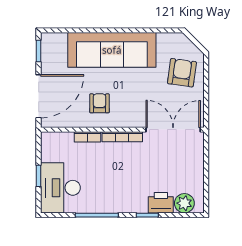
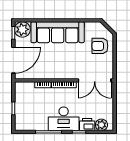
plant: (54, 45) -> (22, 29), added
armchair: (182, 73) -> (100, 46), turned -98
armchair: (99, 103) -> (50, 64), removed
double door: (173, 130) -> (95, 80), swing flipped
desk: (60, 188) -> (64, 119), moved, turned -90

